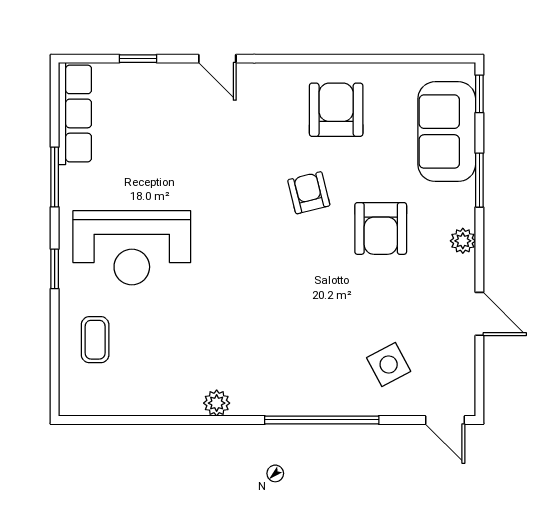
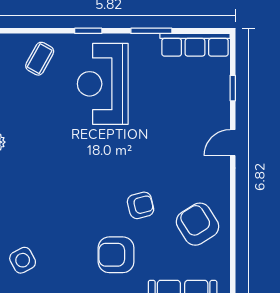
armchair: (336, 110) -> (198, 224), turned -122
coffee table: (95, 340) -> (40, 59), turned -61

